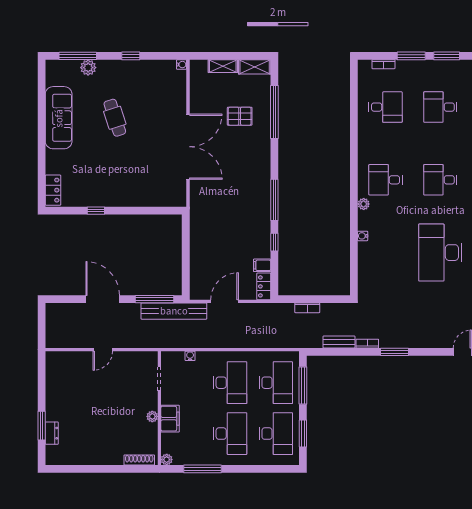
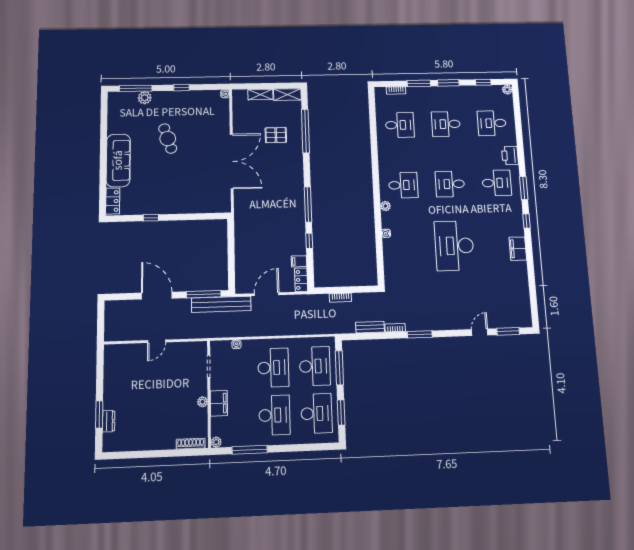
sofa: (59, 118) -> (118, 160), moved
desk: (386, 180) -> (403, 185), turned 180

